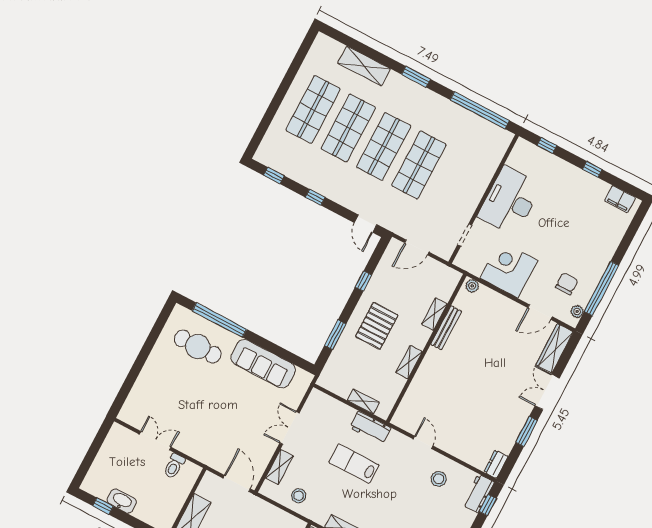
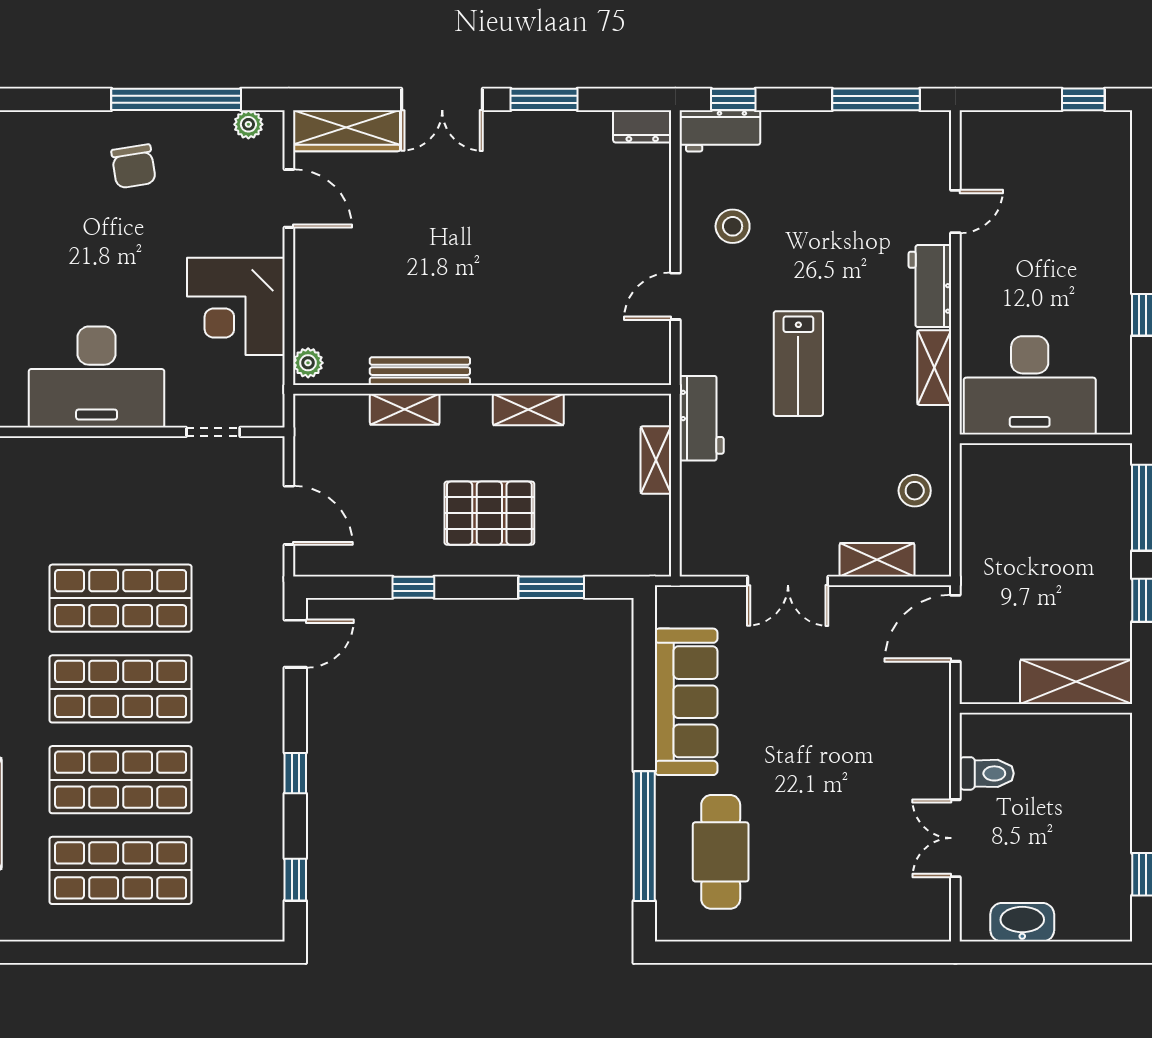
chair: (567, 284) -> (134, 166), moved, turned -99
lab bench: (354, 464) -> (798, 364), moved
washbasin: (122, 501) -> (1022, 922), moved, turned 90

